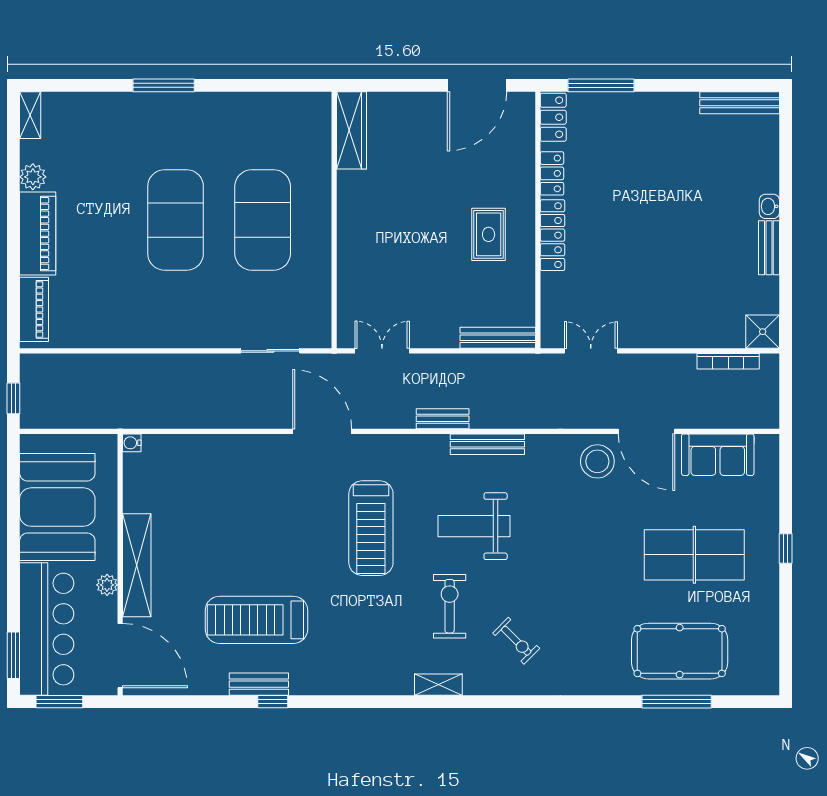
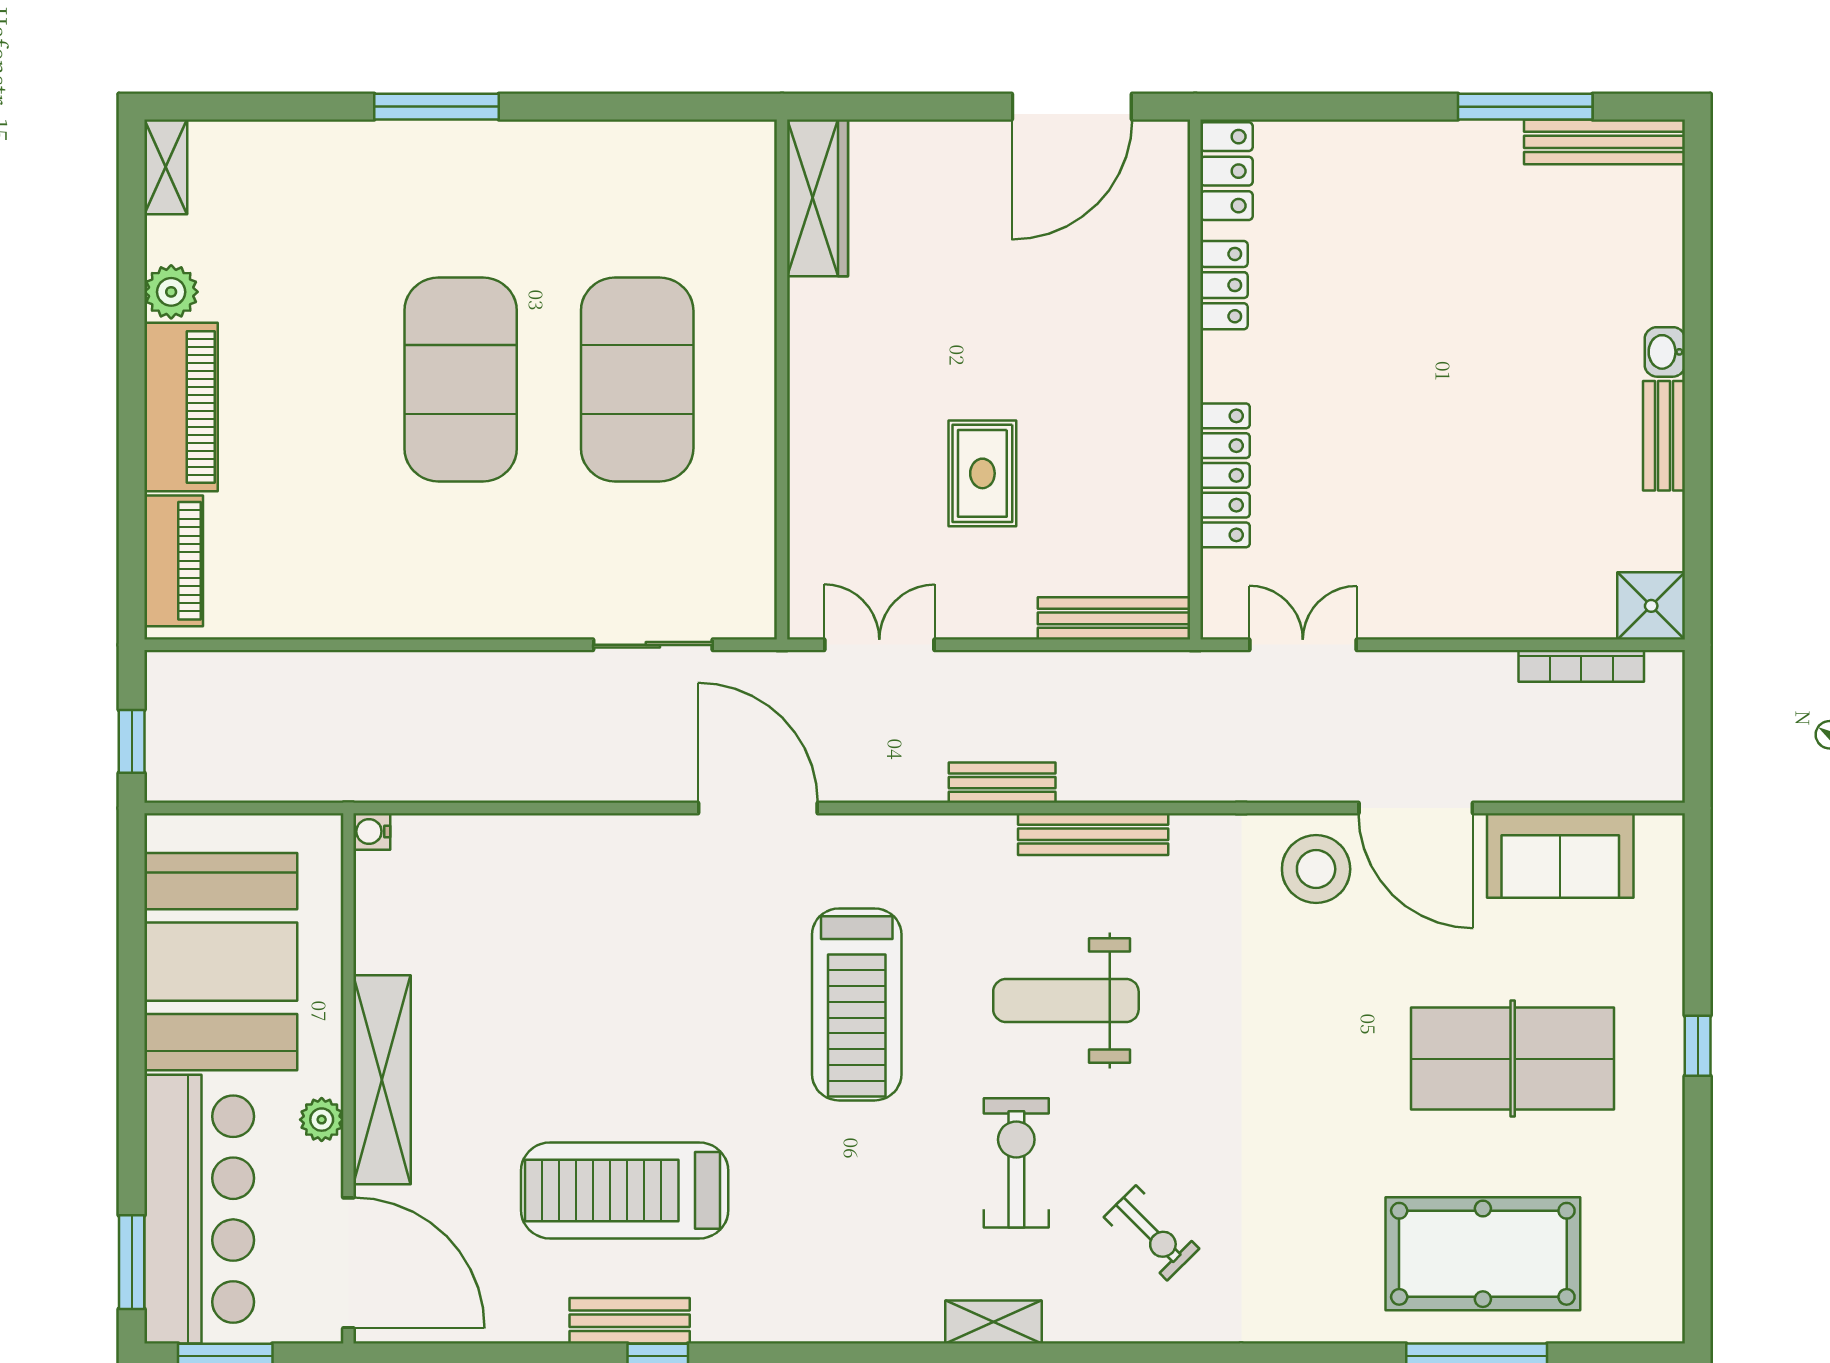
window: (601, 85) -> (1525, 107), moved
rug: (489, 234) -> (982, 473), moved
locker: (552, 235) -> (1225, 475), moved

